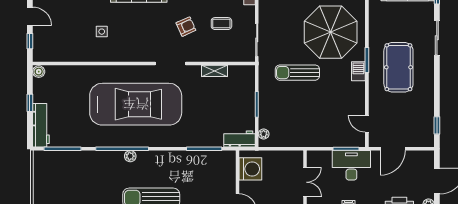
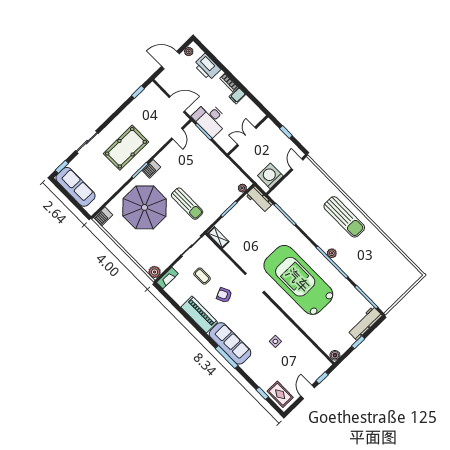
shelving: (215, 71) -> (218, 237), moved

